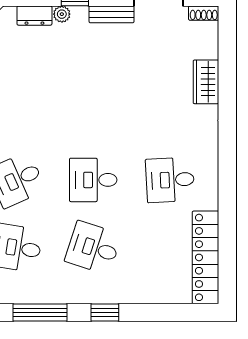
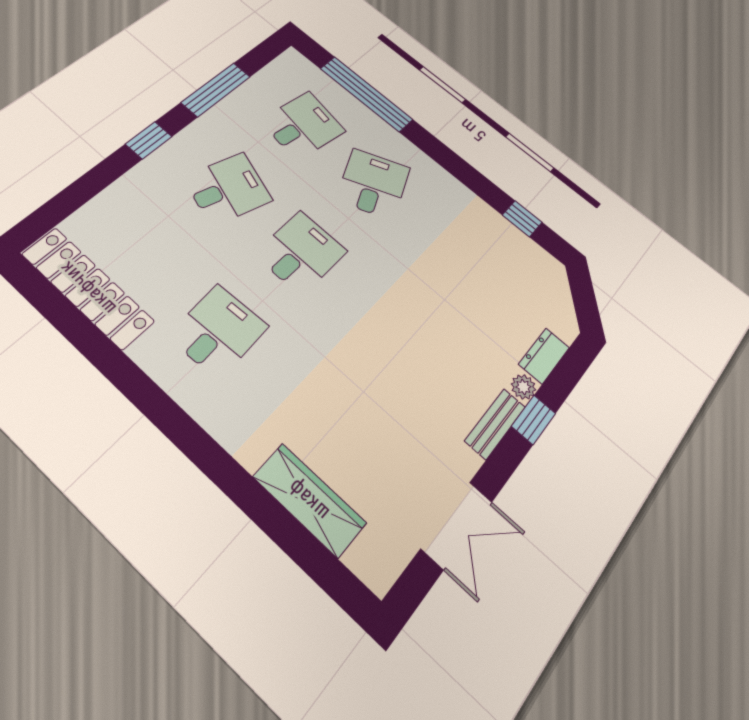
shoe rack: (204, 13) -> (388, 569), removed
bench: (112, 14) -> (495, 424), moved
wardrobe: (206, 82) -> (309, 500), width x1.50

